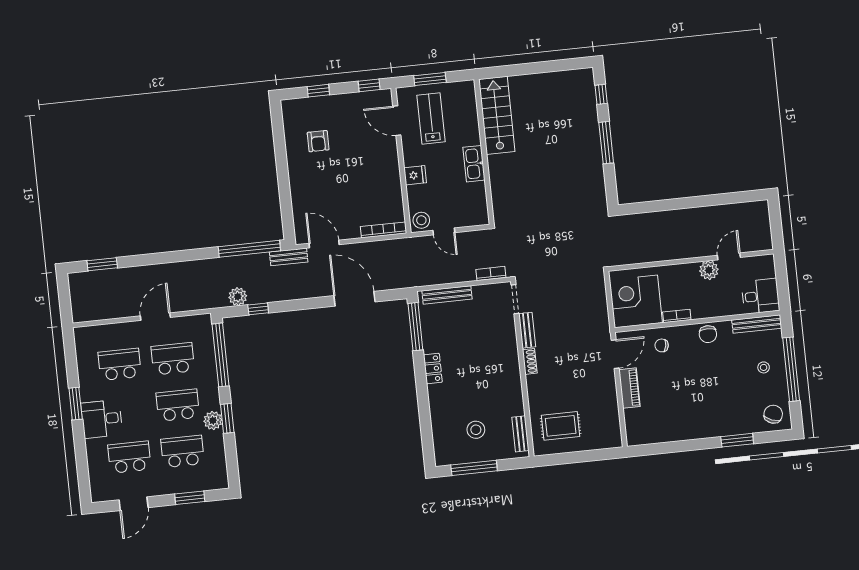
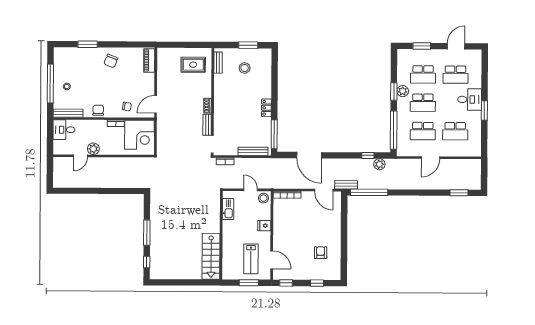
kitchen sink: (474, 164) -> (228, 209), moved
piano: (629, 388) -> (149, 60), moved
chair: (773, 414) -> (111, 61), moved
window: (474, 468) -> (248, 45), width x0.69

